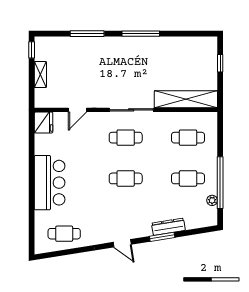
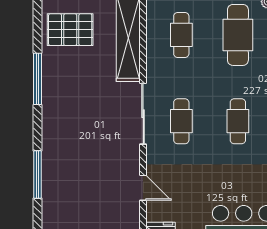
window: (141, 34) -> (37, 79), moved
pallet: (192, 57) -> (70, 30), added
cafe table: (188, 178) -> (238, 35), width x1.37, depth x1.35

